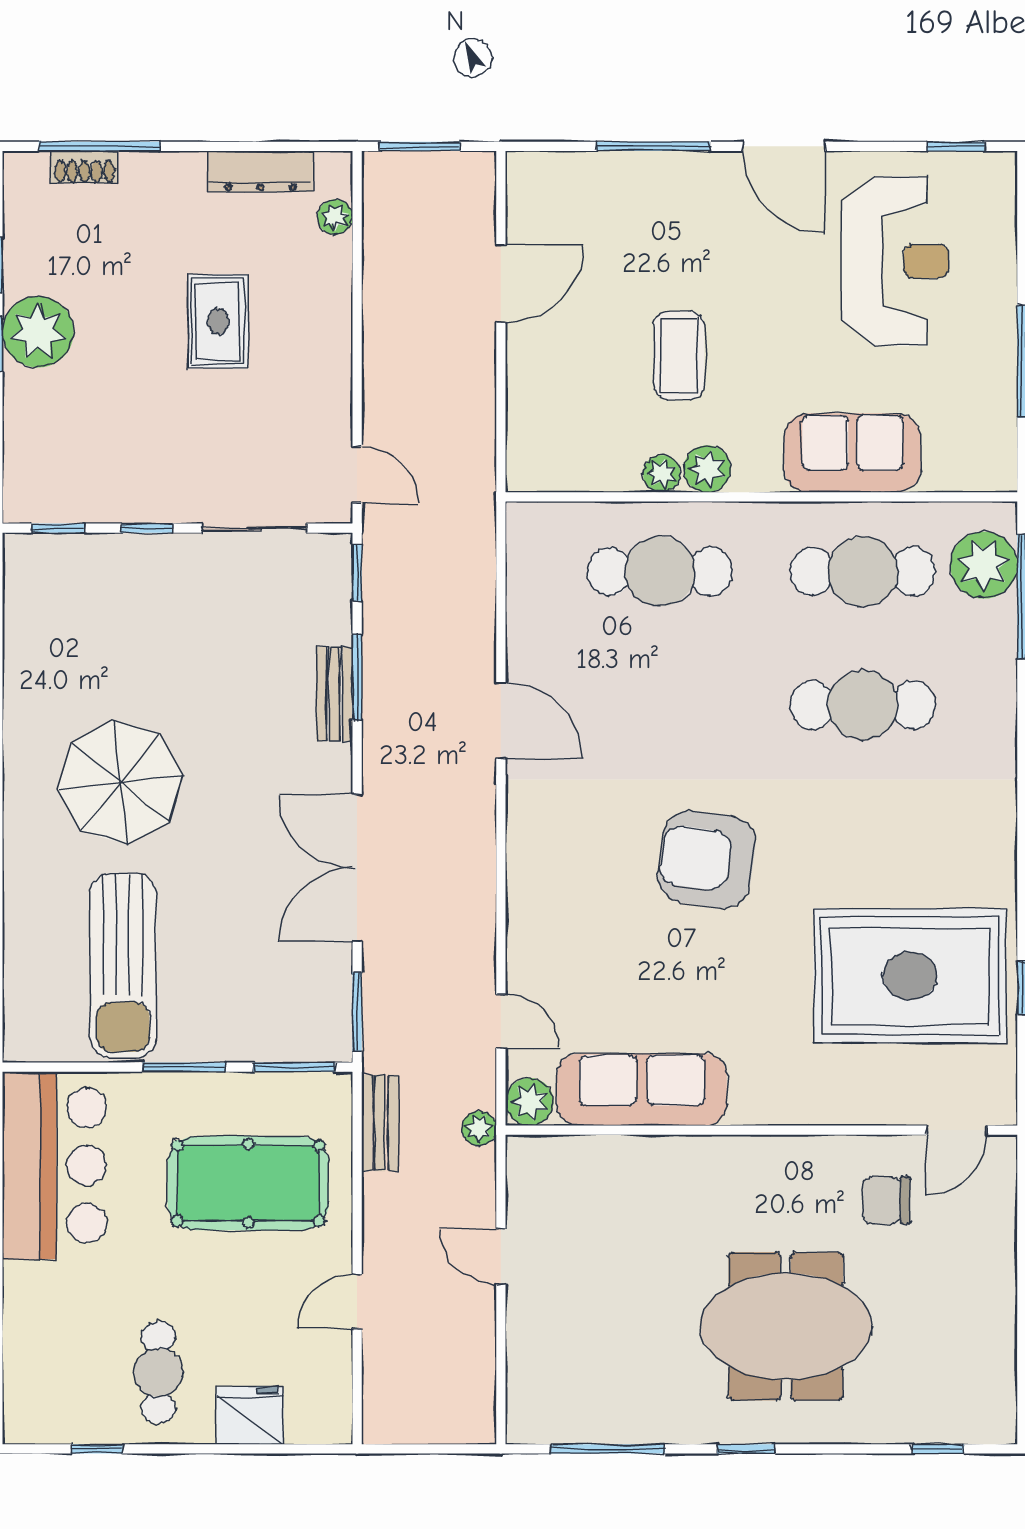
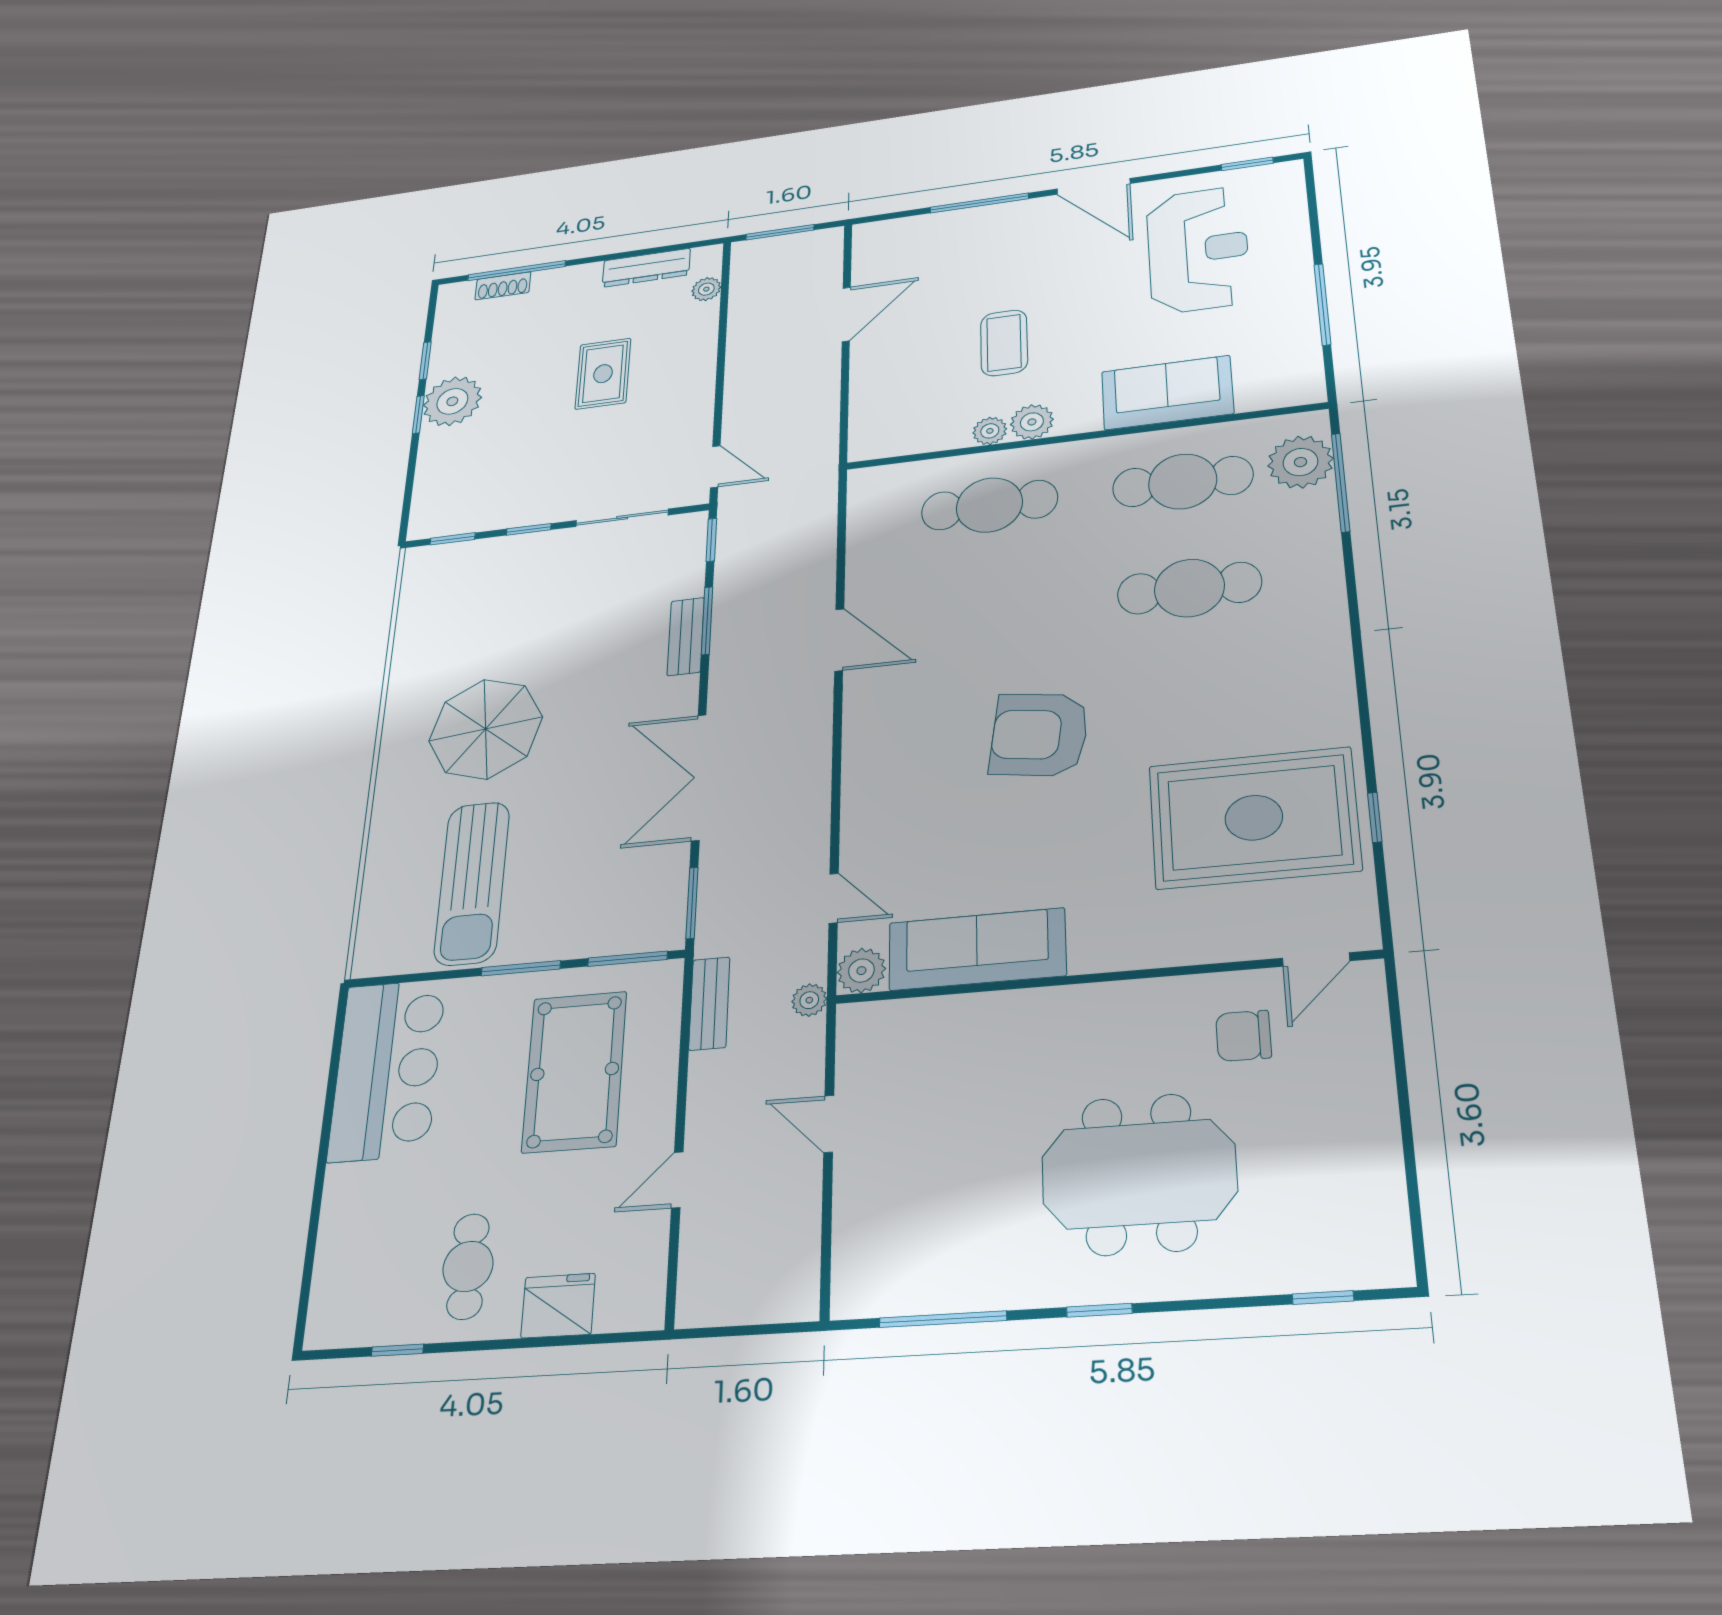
pool table: (248, 1183) -> (575, 1071), turned 90

